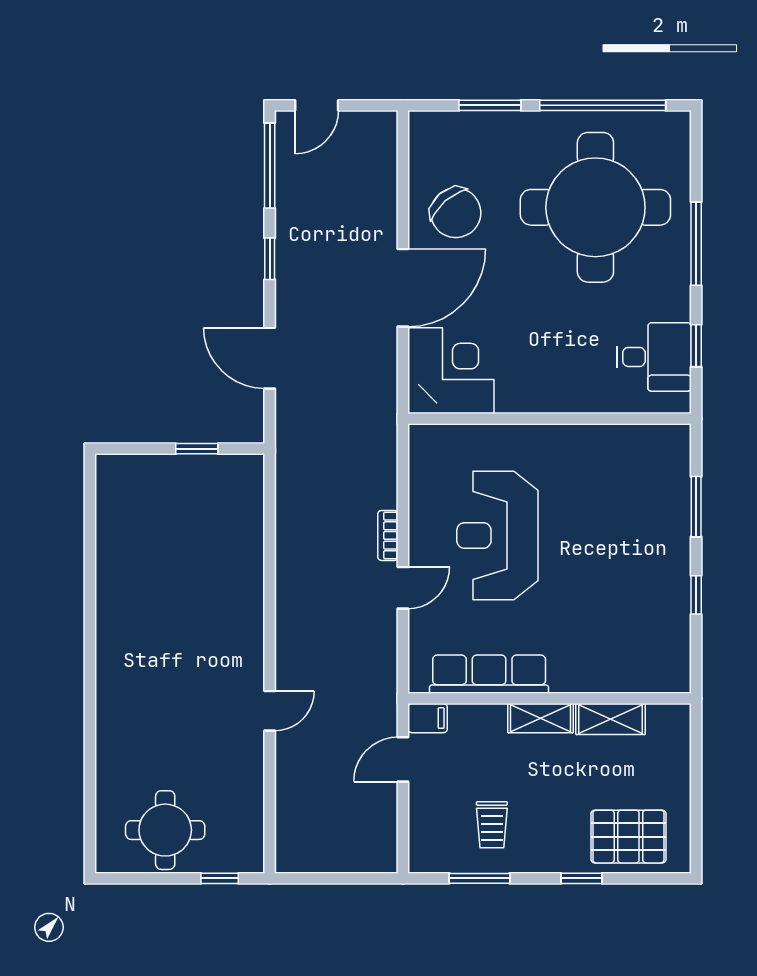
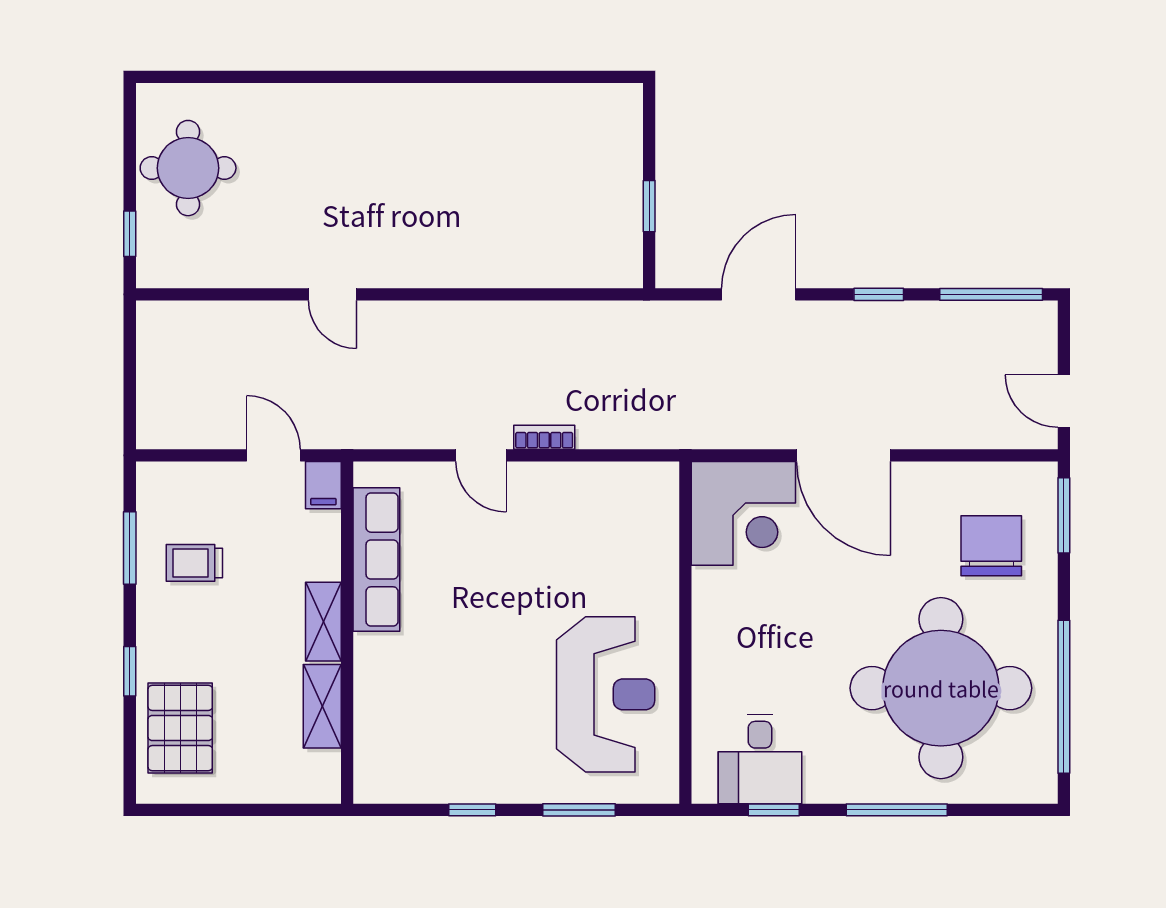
door: (317, 105) -> (1064, 401), moved
window: (490, 105) -> (1064, 515), moved
chair: (456, 213) -> (991, 546), moved, turned 131
reception desk: (497, 536) -> (606, 694), moved, turned 90

